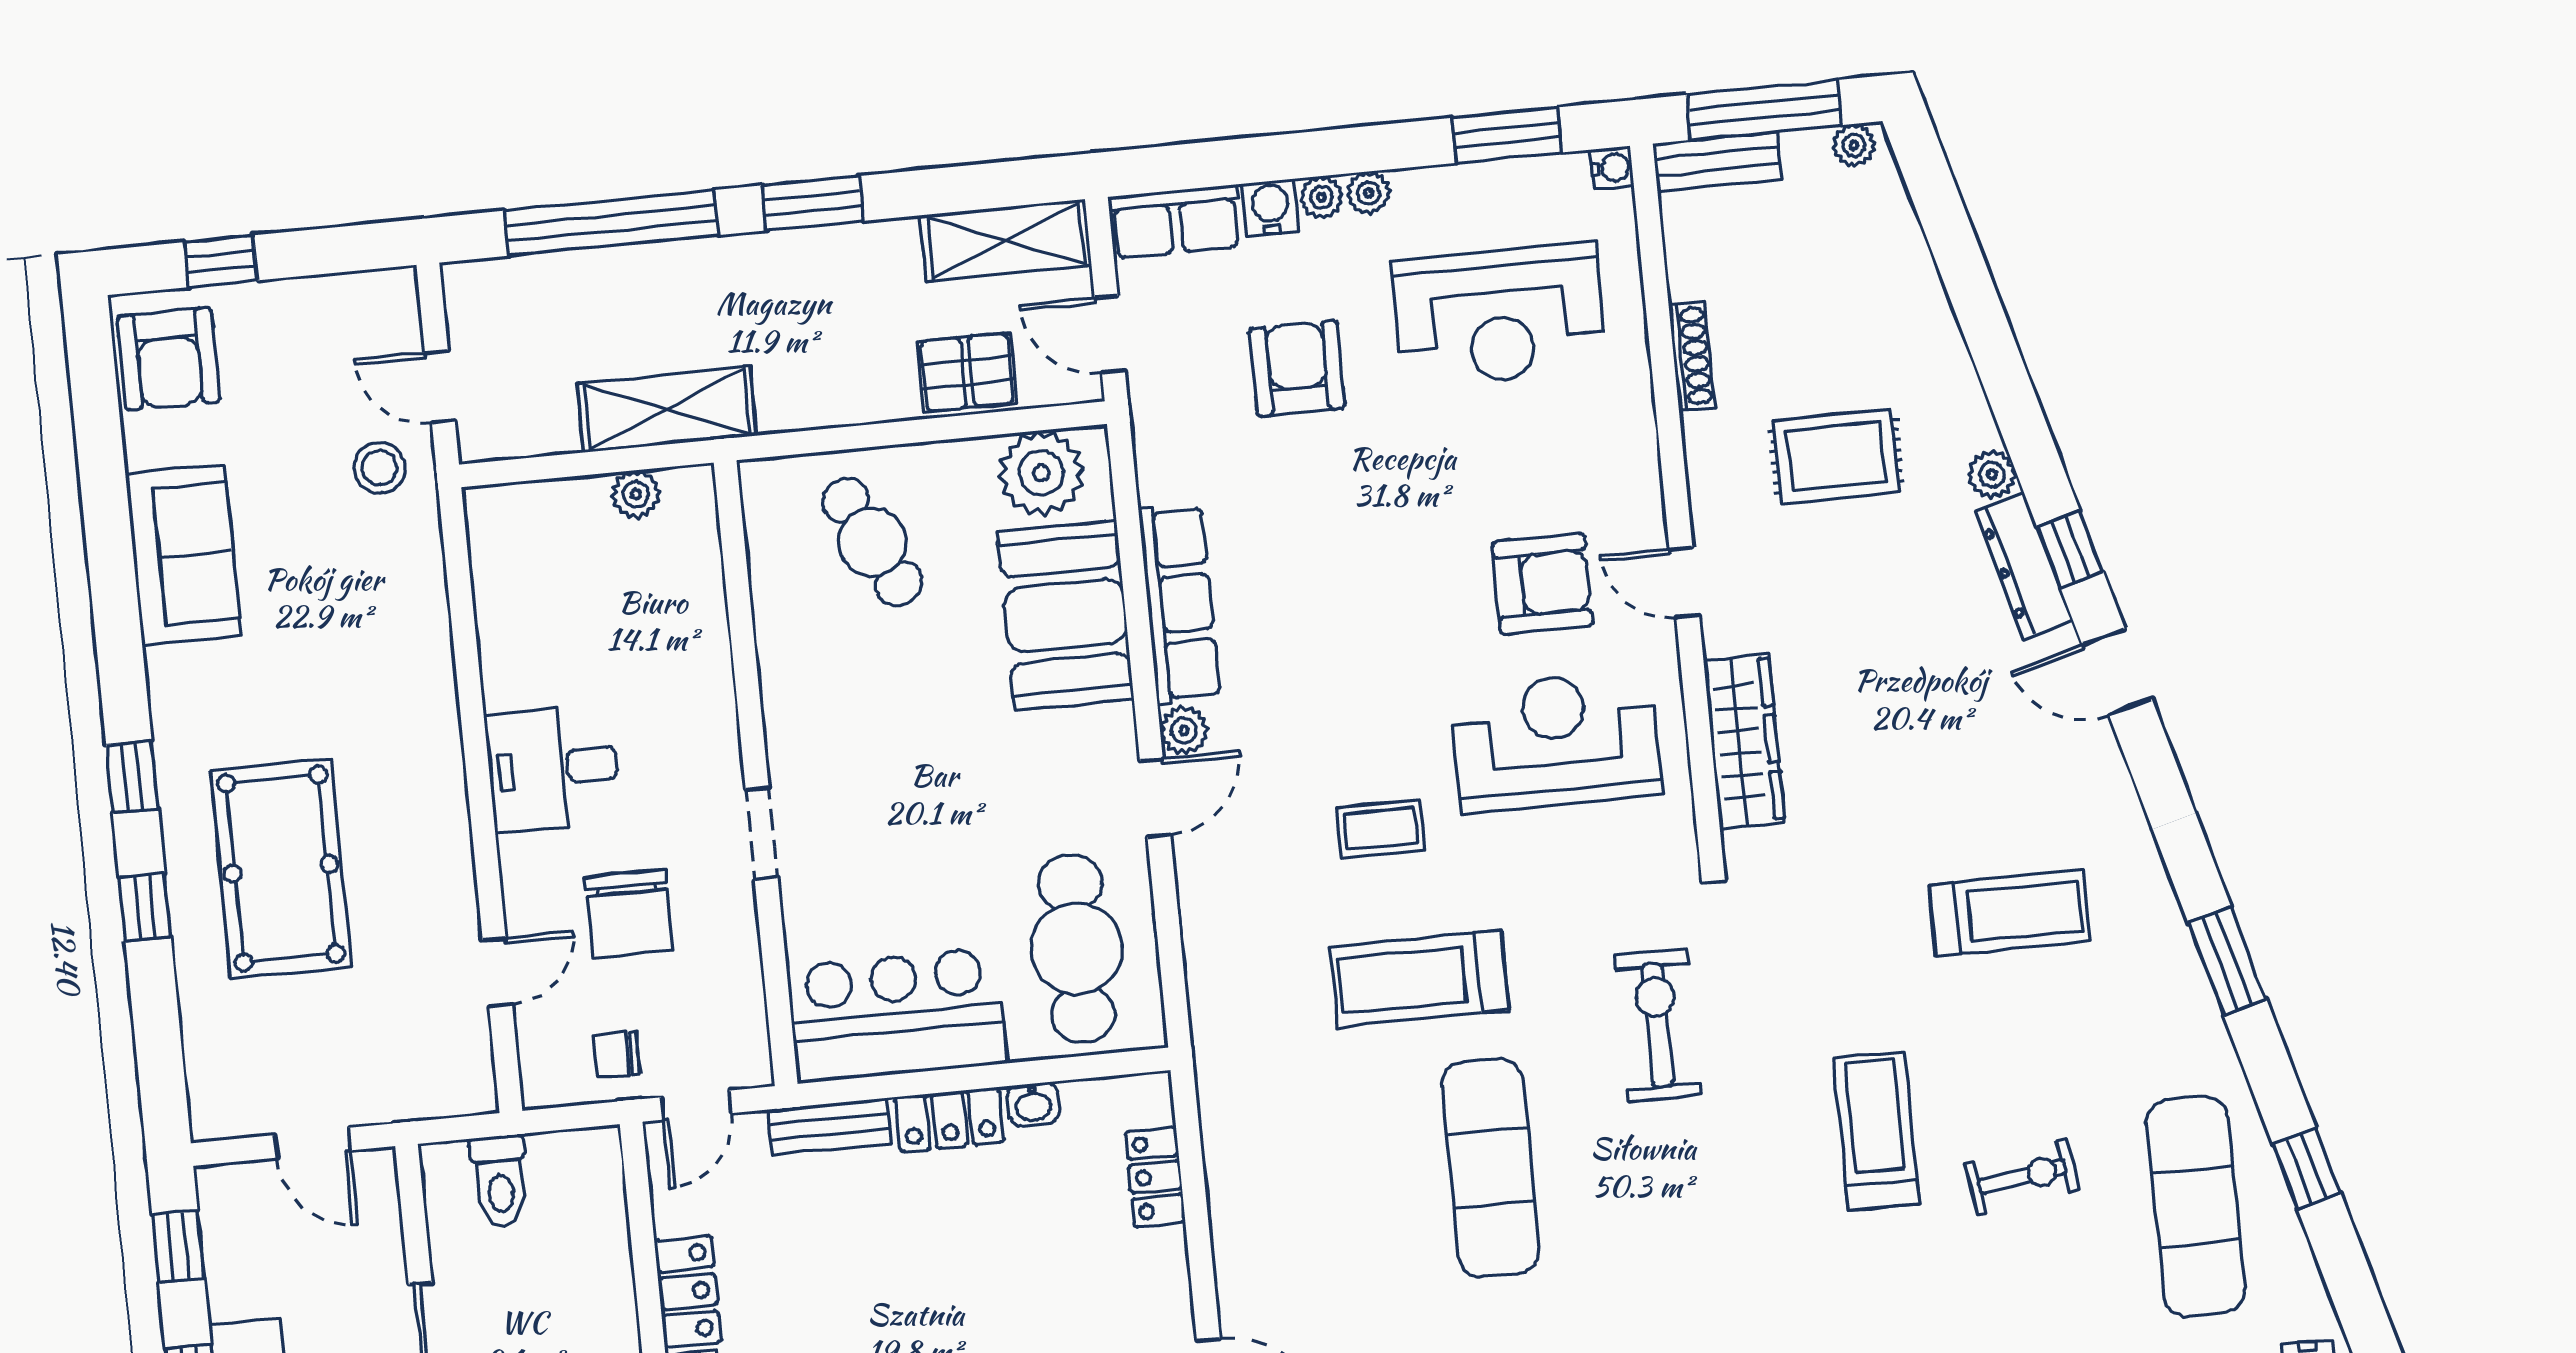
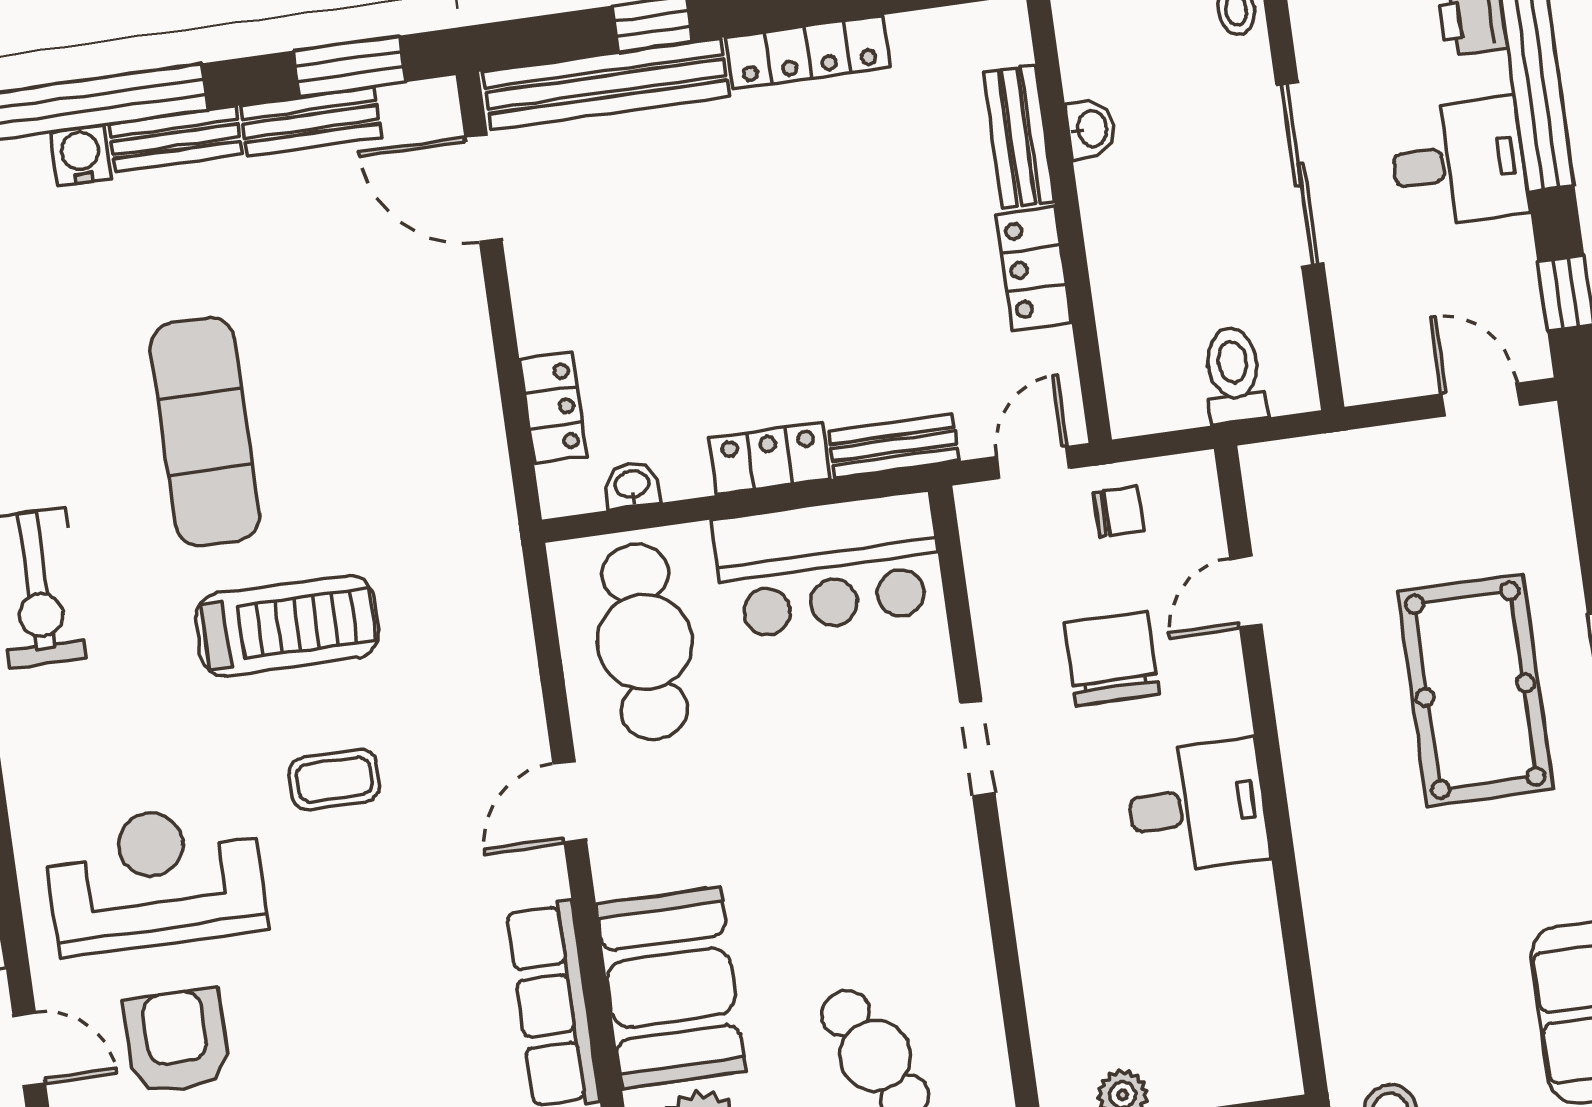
armchair: (1542, 584) -> (177, 1041), turned 90
plant: (1184, 731) -> (543, 873), removed
reception desk: (1556, 741) -> (155, 879), turned 180
washbasin: (1033, 1104) -> (632, 485), moved
door: (312, 1143) -> (1481, 400), moved

